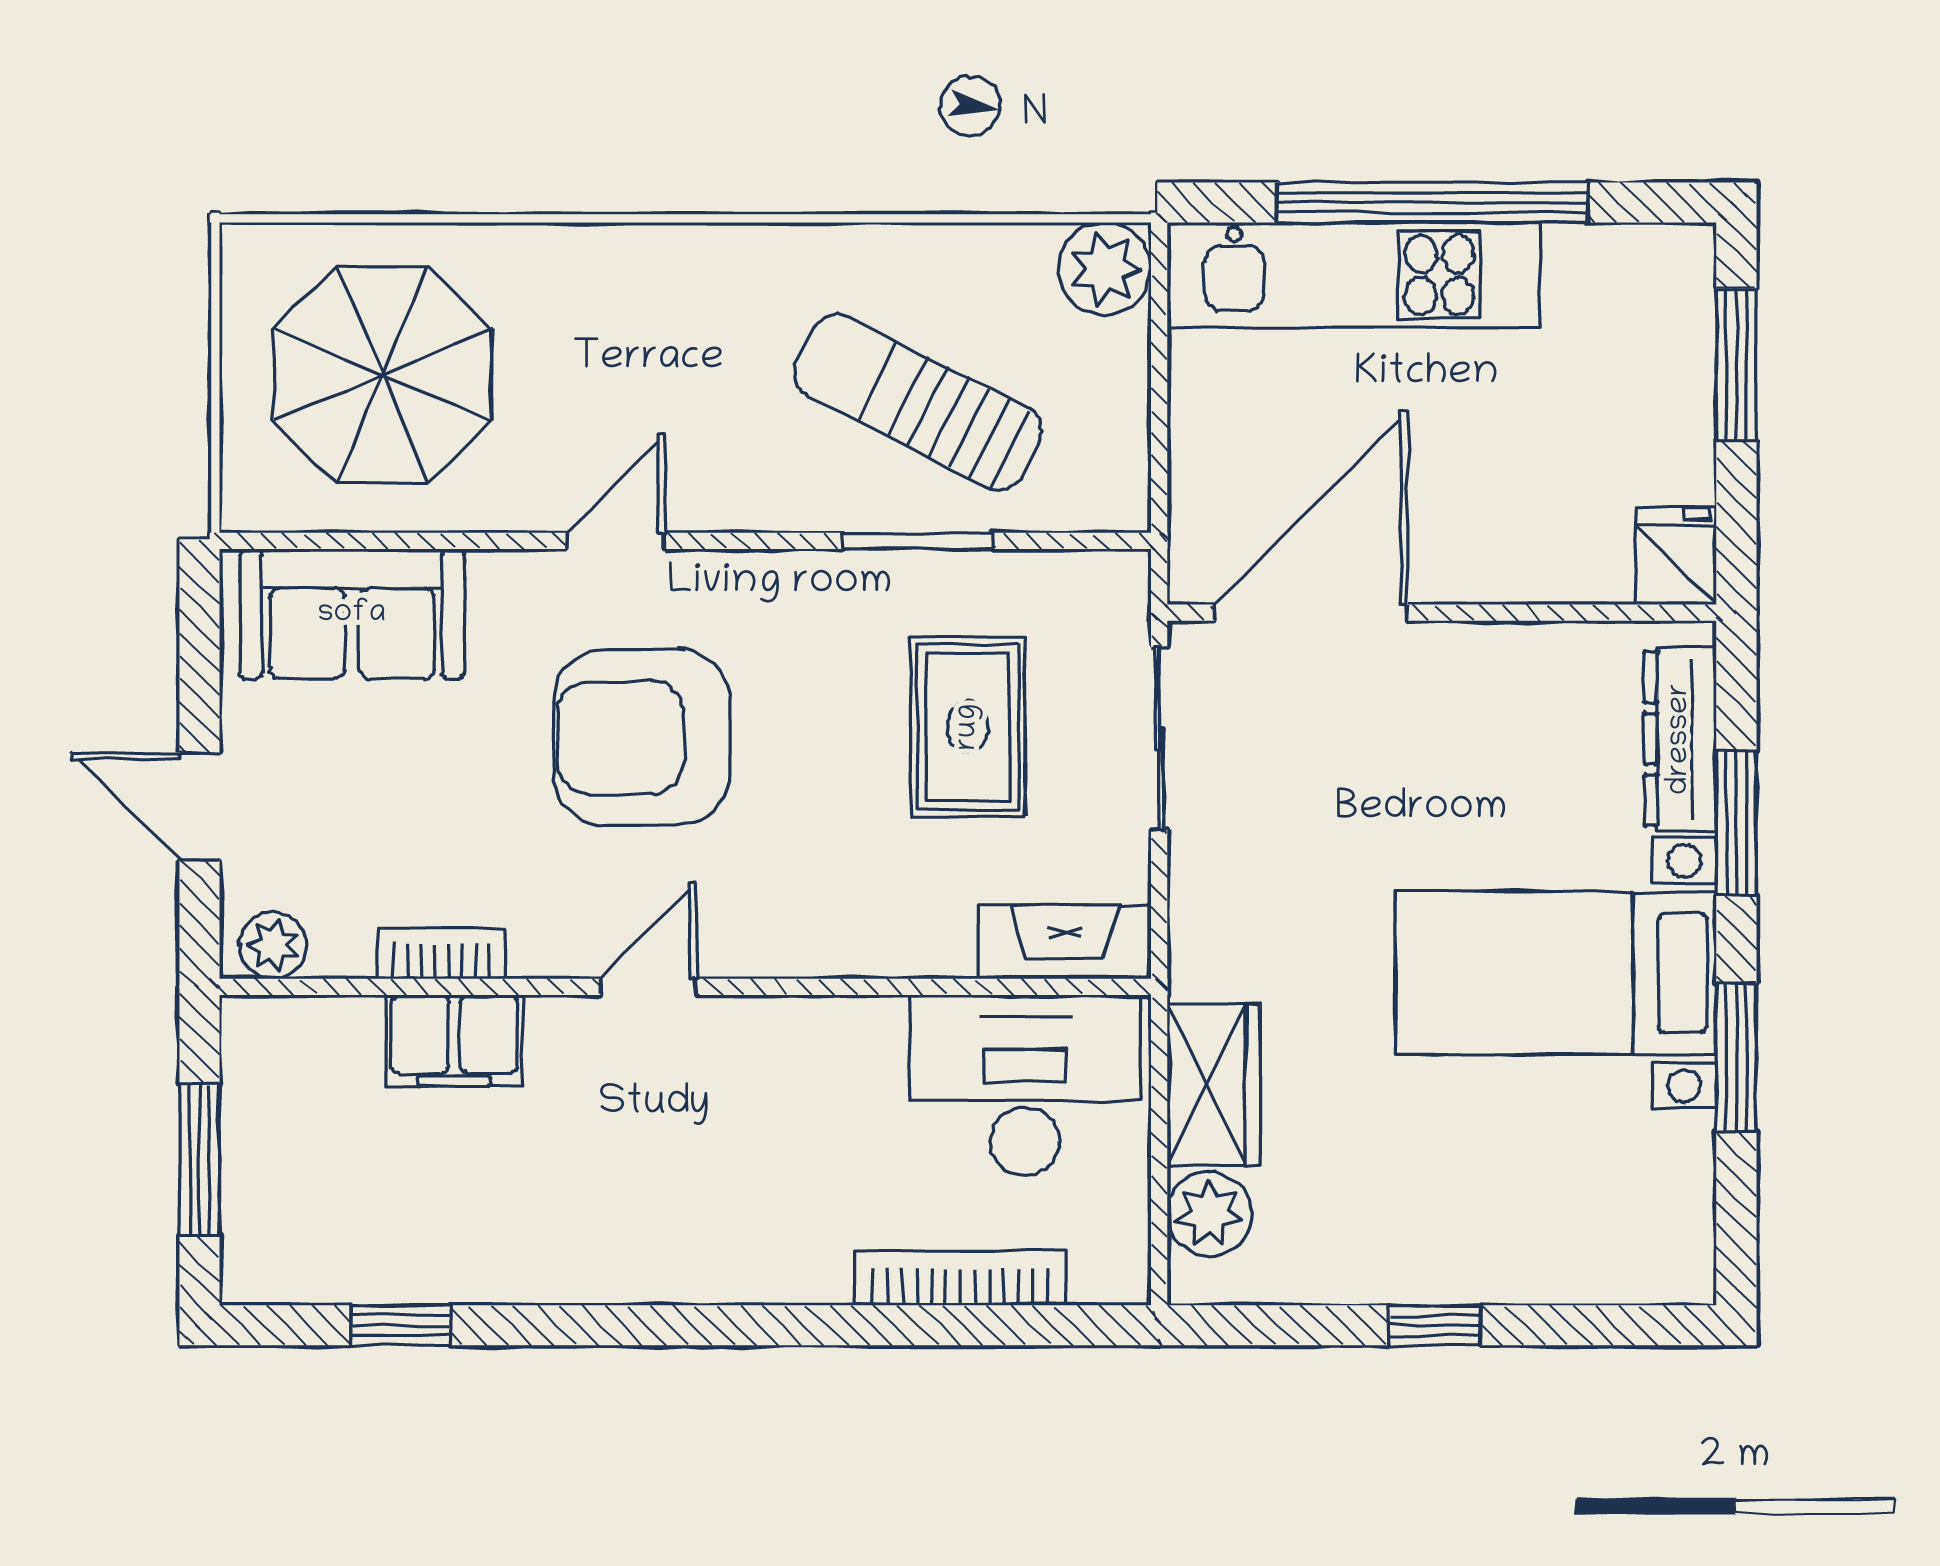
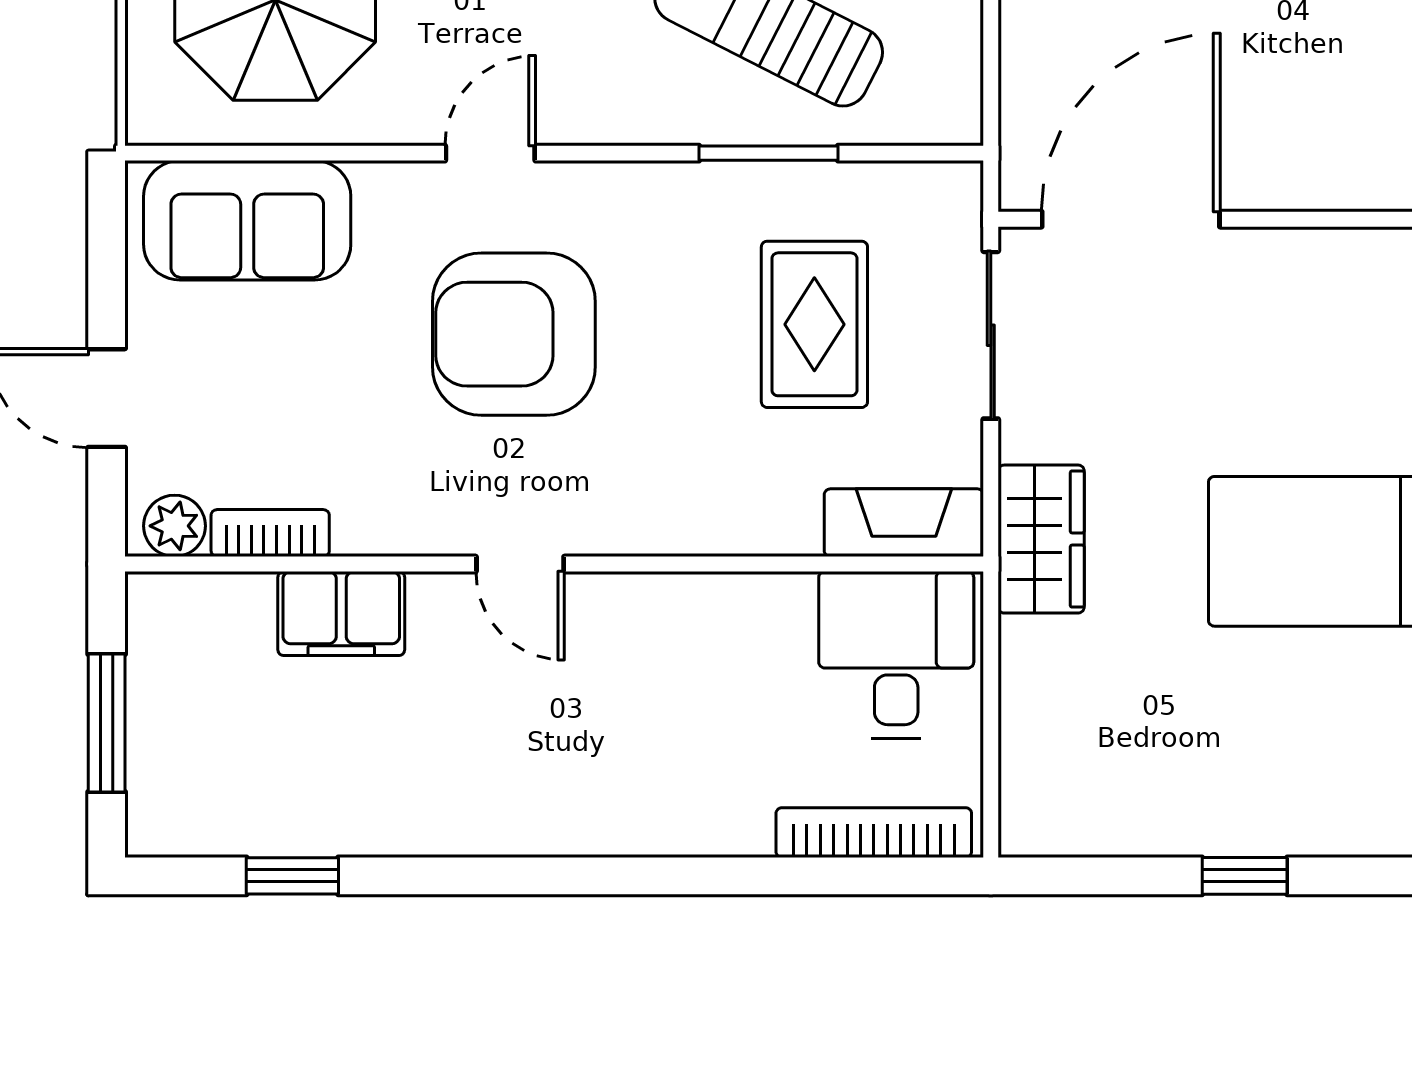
bookcase: (442, 953) -> (270, 533), moved
door: (648, 987) -> (520, 564), swing flipped
desk: (1025, 1085) -> (896, 655), width x0.73
wardrobe: (1214, 1085) -> (1041, 539), moved
plant: (1209, 1214) -> (1037, 773), removed
bookcase: (961, 1278) -> (874, 833), moved

